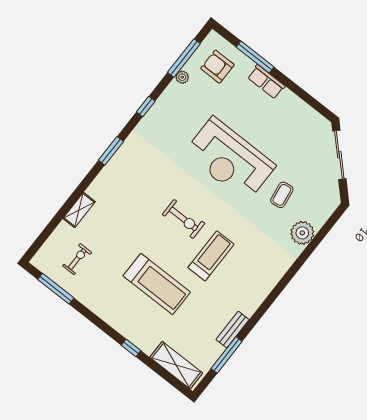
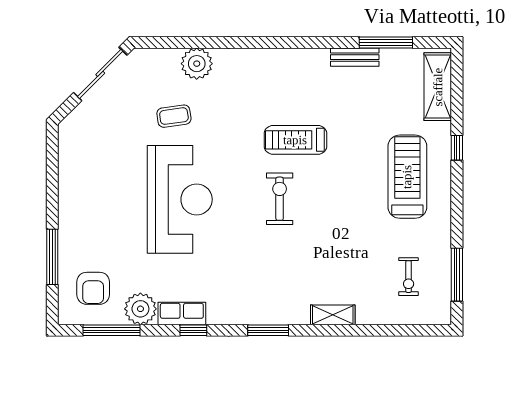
plant: (182, 77) -> (140, 309), width x1.88, depth x1.88
row of seats: (266, 82) -> (182, 313), moved, turned -90
sliding door: (339, 155) -> (100, 74), moved
shelving: (79, 210) -> (333, 315), moved
exercise bike: (77, 259) -> (409, 277), turned -90
treadmill: (157, 284) -> (407, 177), moved

